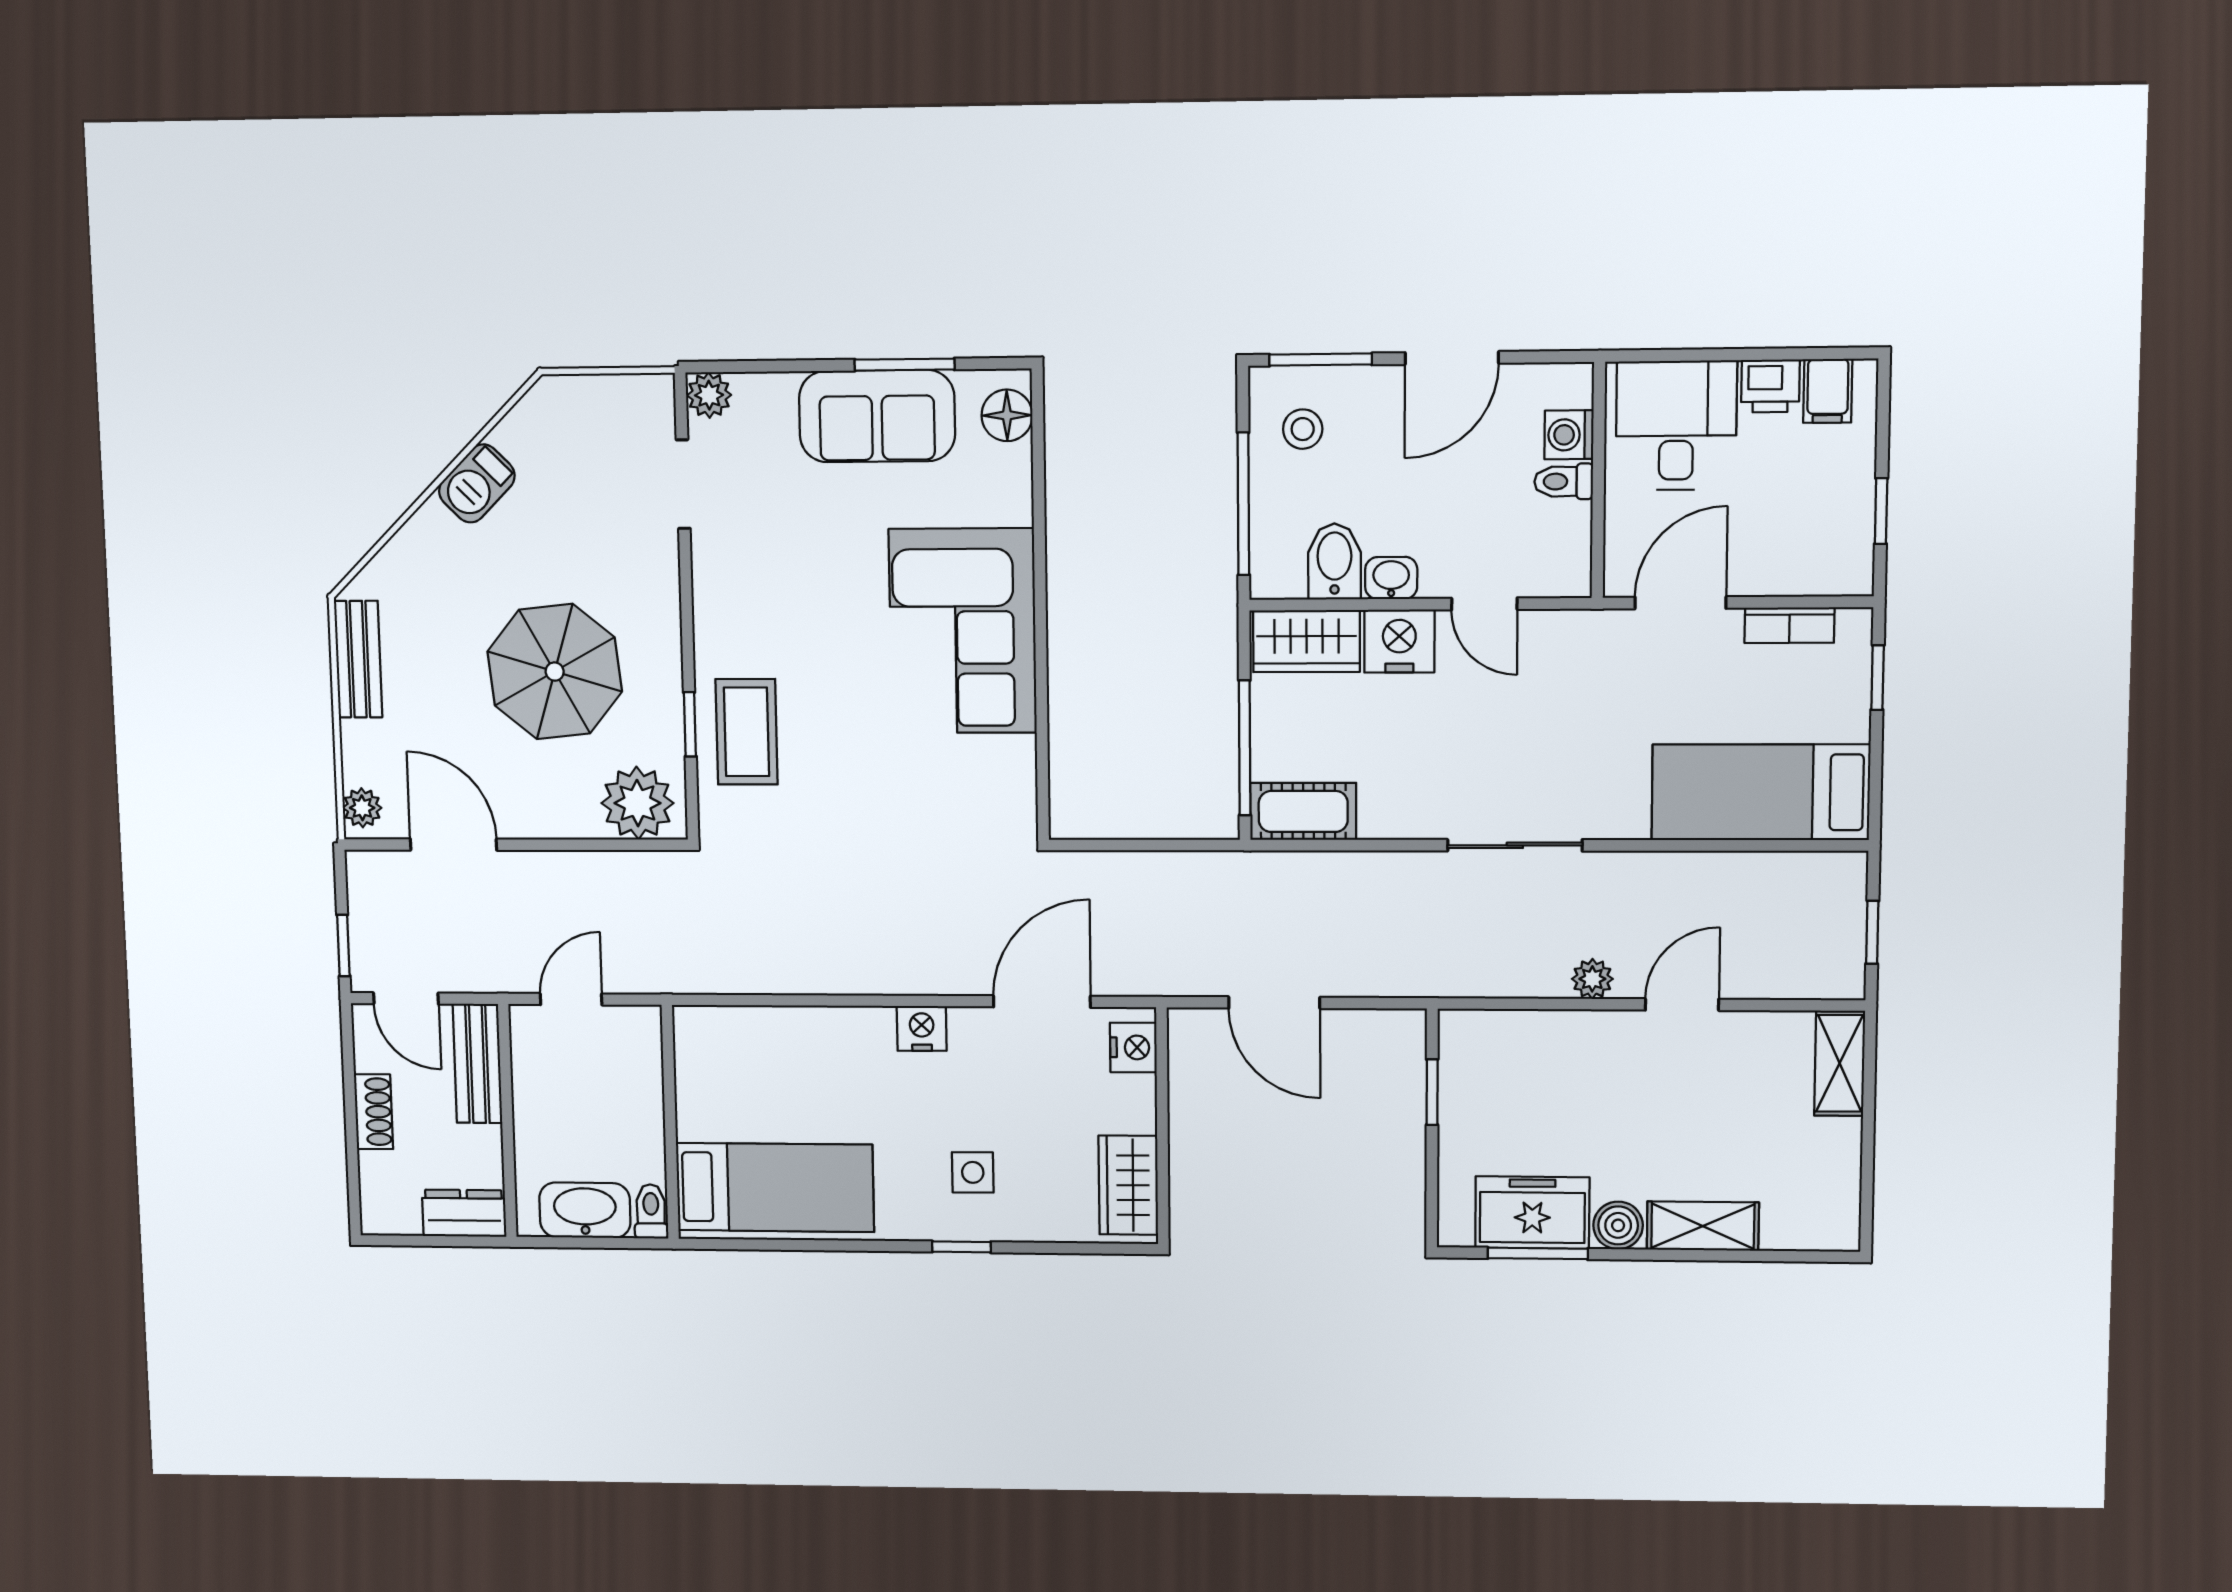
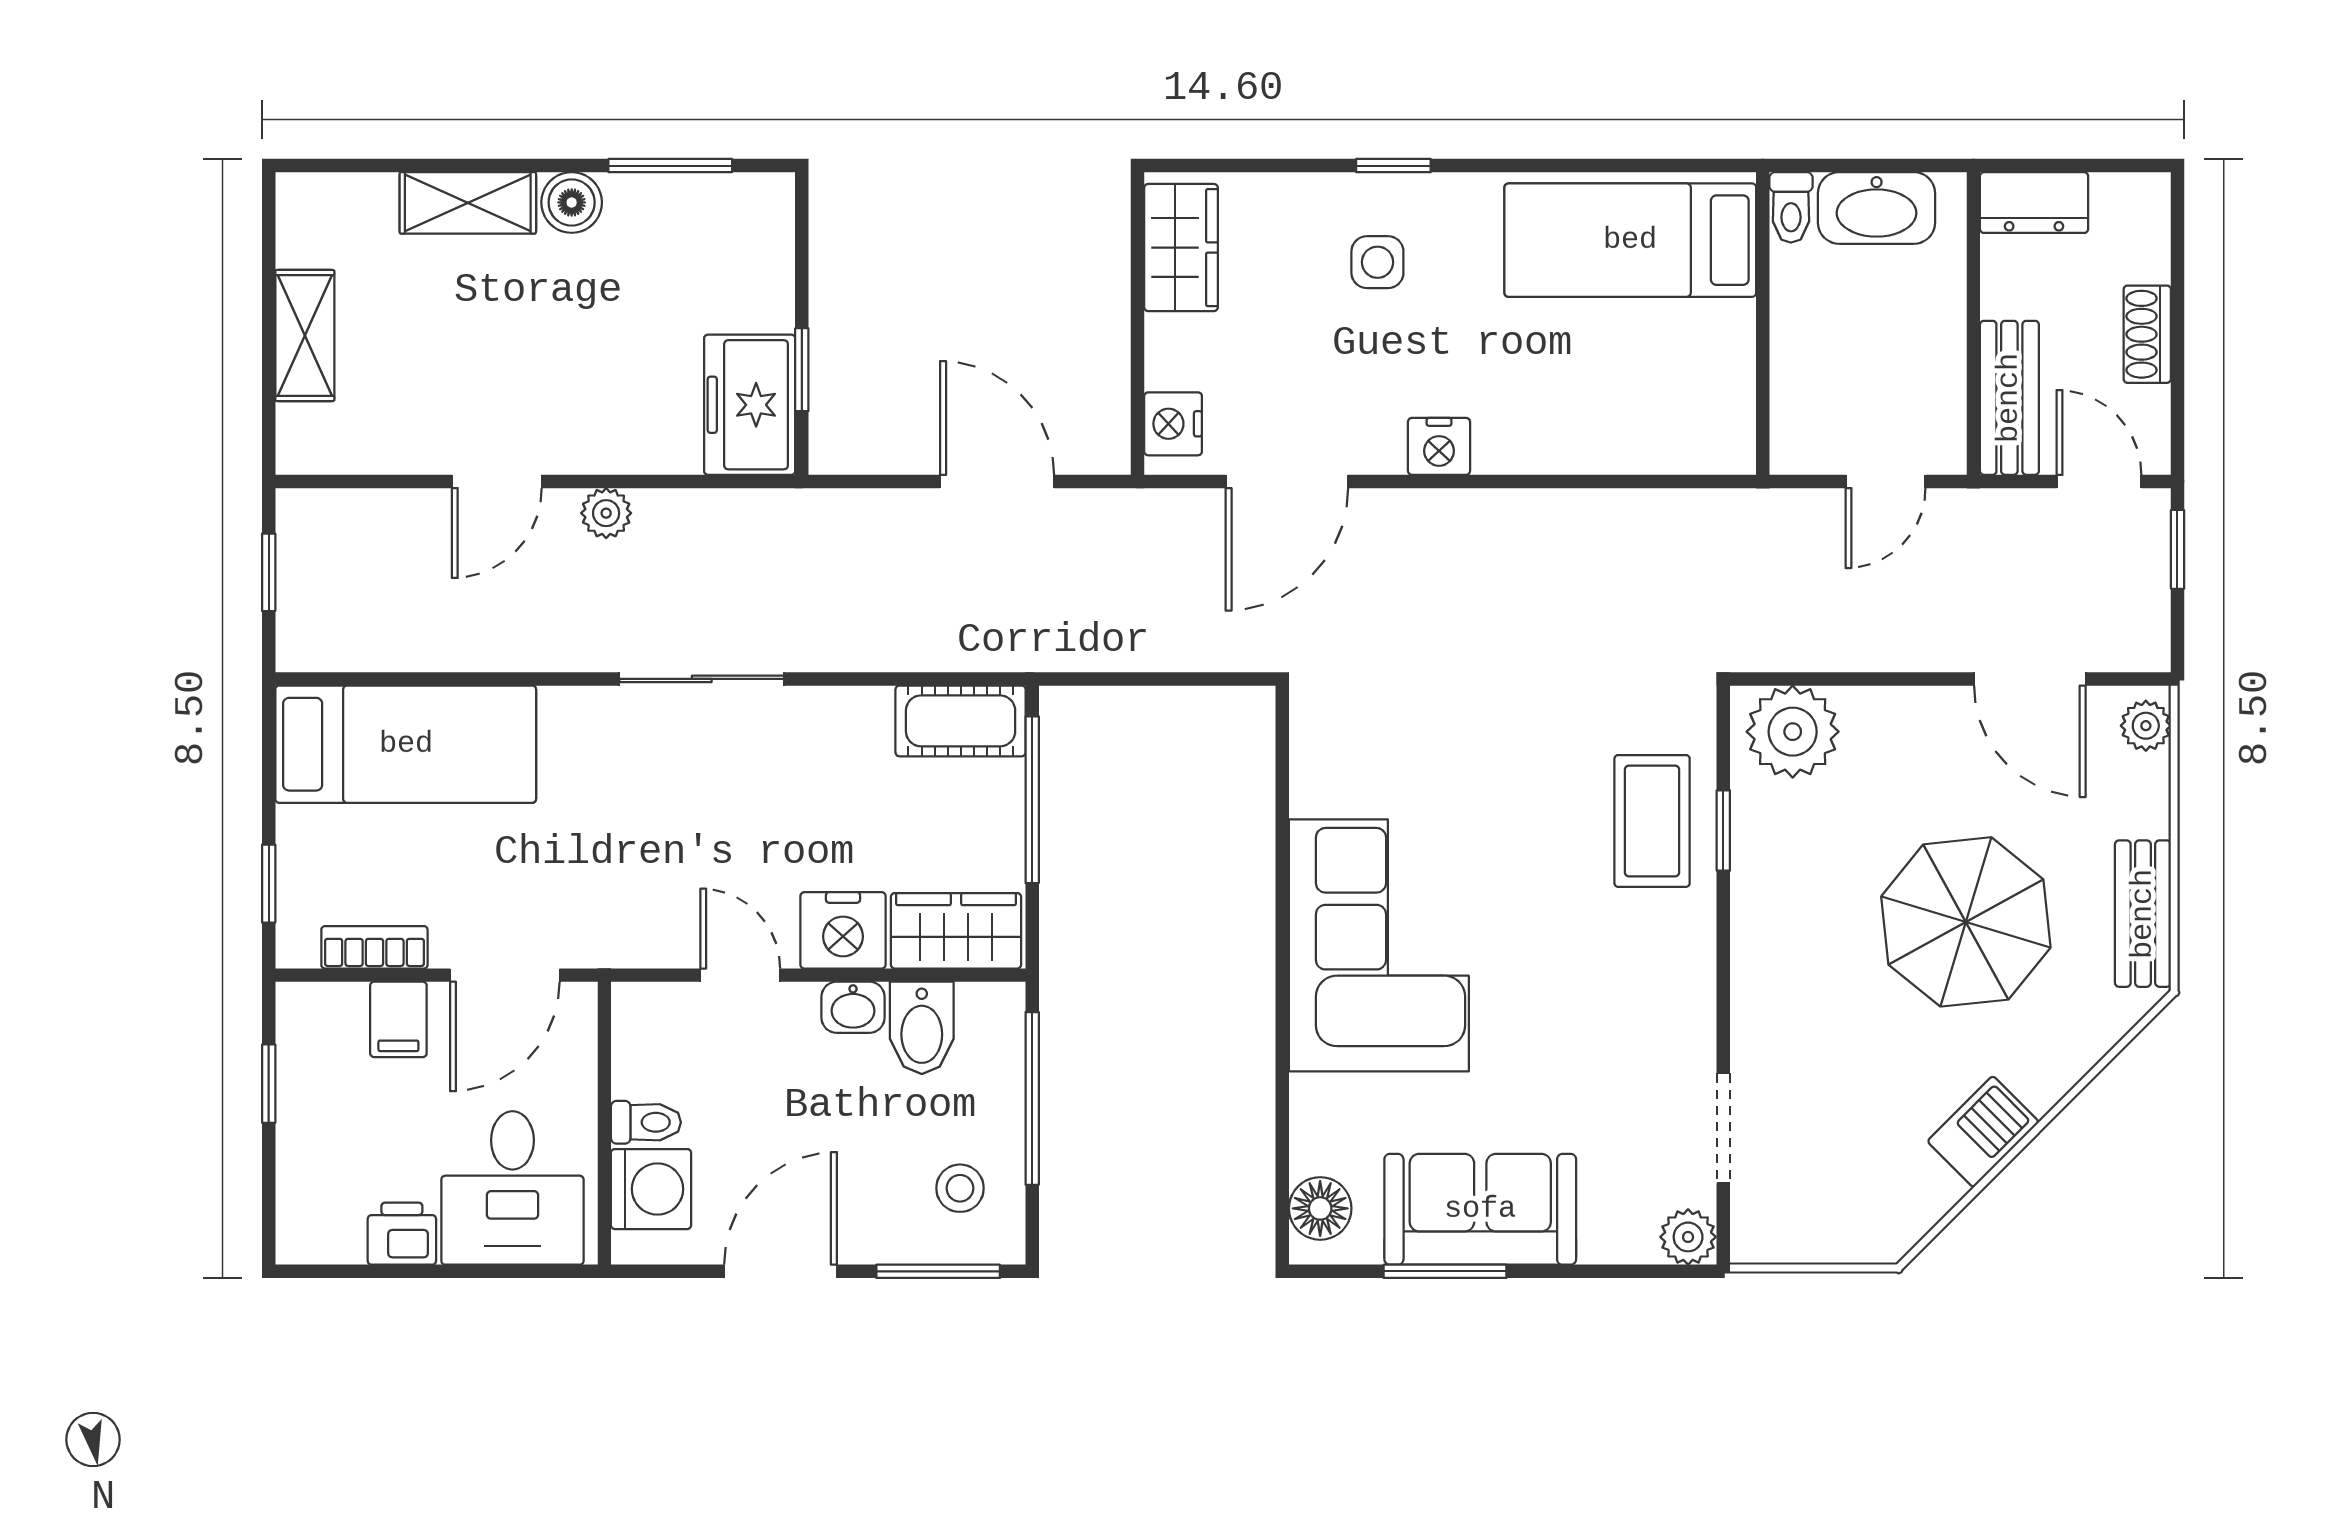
filing cabinet: (1828, 391) -> (398, 1019), moved, turned 180
washing machine: (1569, 435) -> (651, 1189), width x1.38, depth x1.38
parasol: (555, 672) -> (1966, 922), moved
shelving: (1840, 1063) -> (305, 336), moved
freezer: (1532, 1213) -> (750, 405), moved, turned 90

